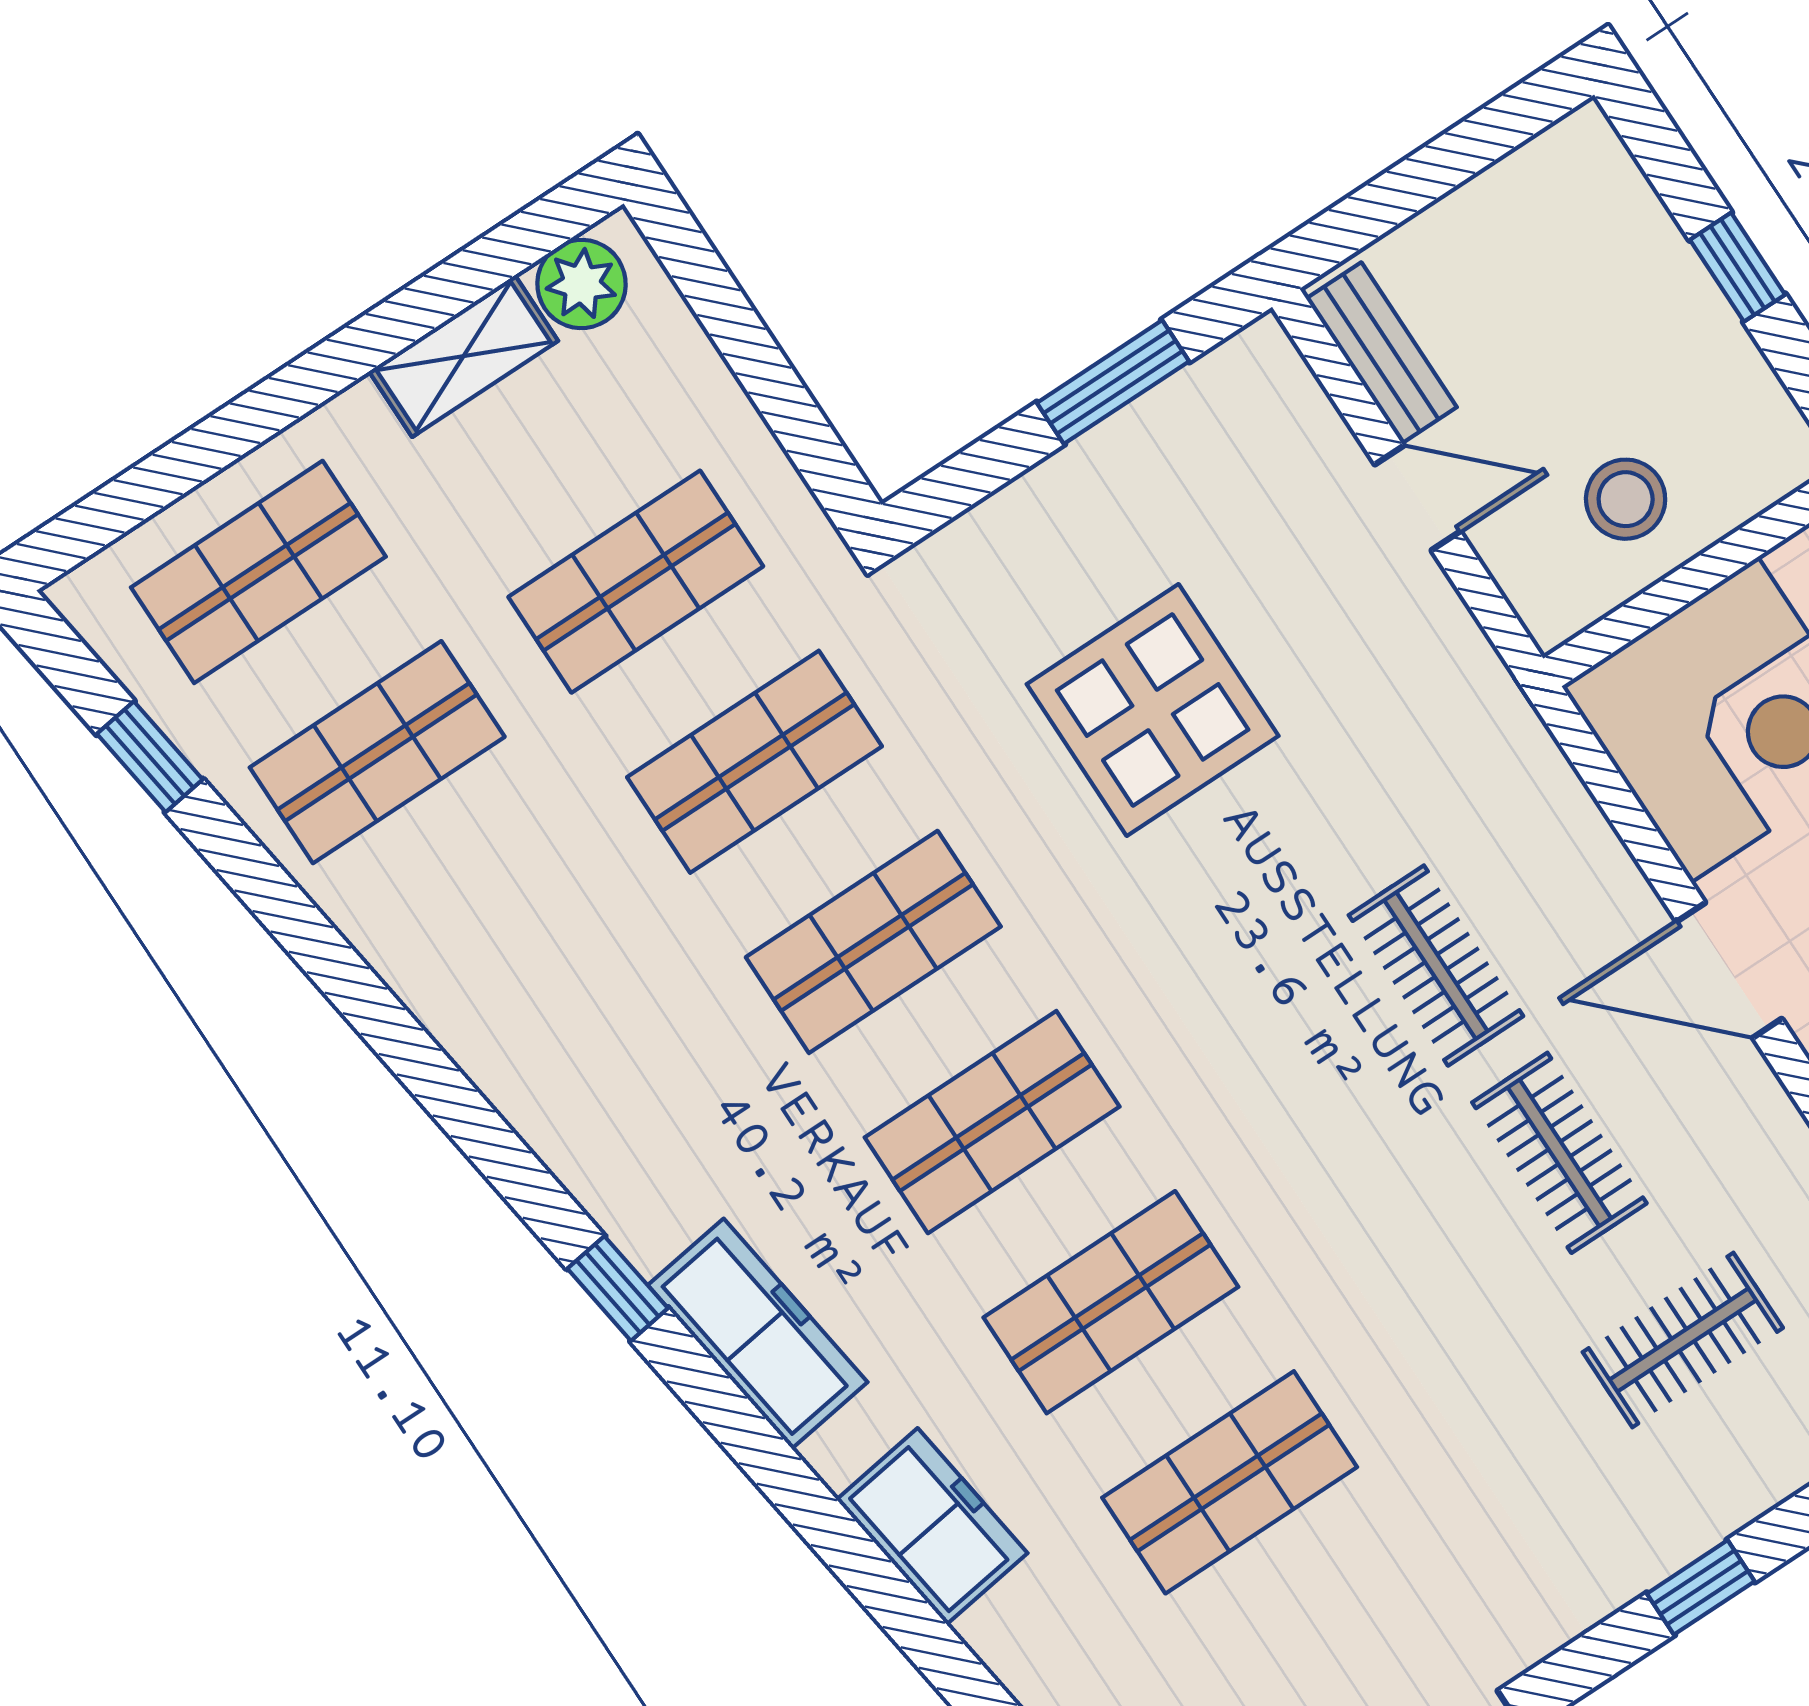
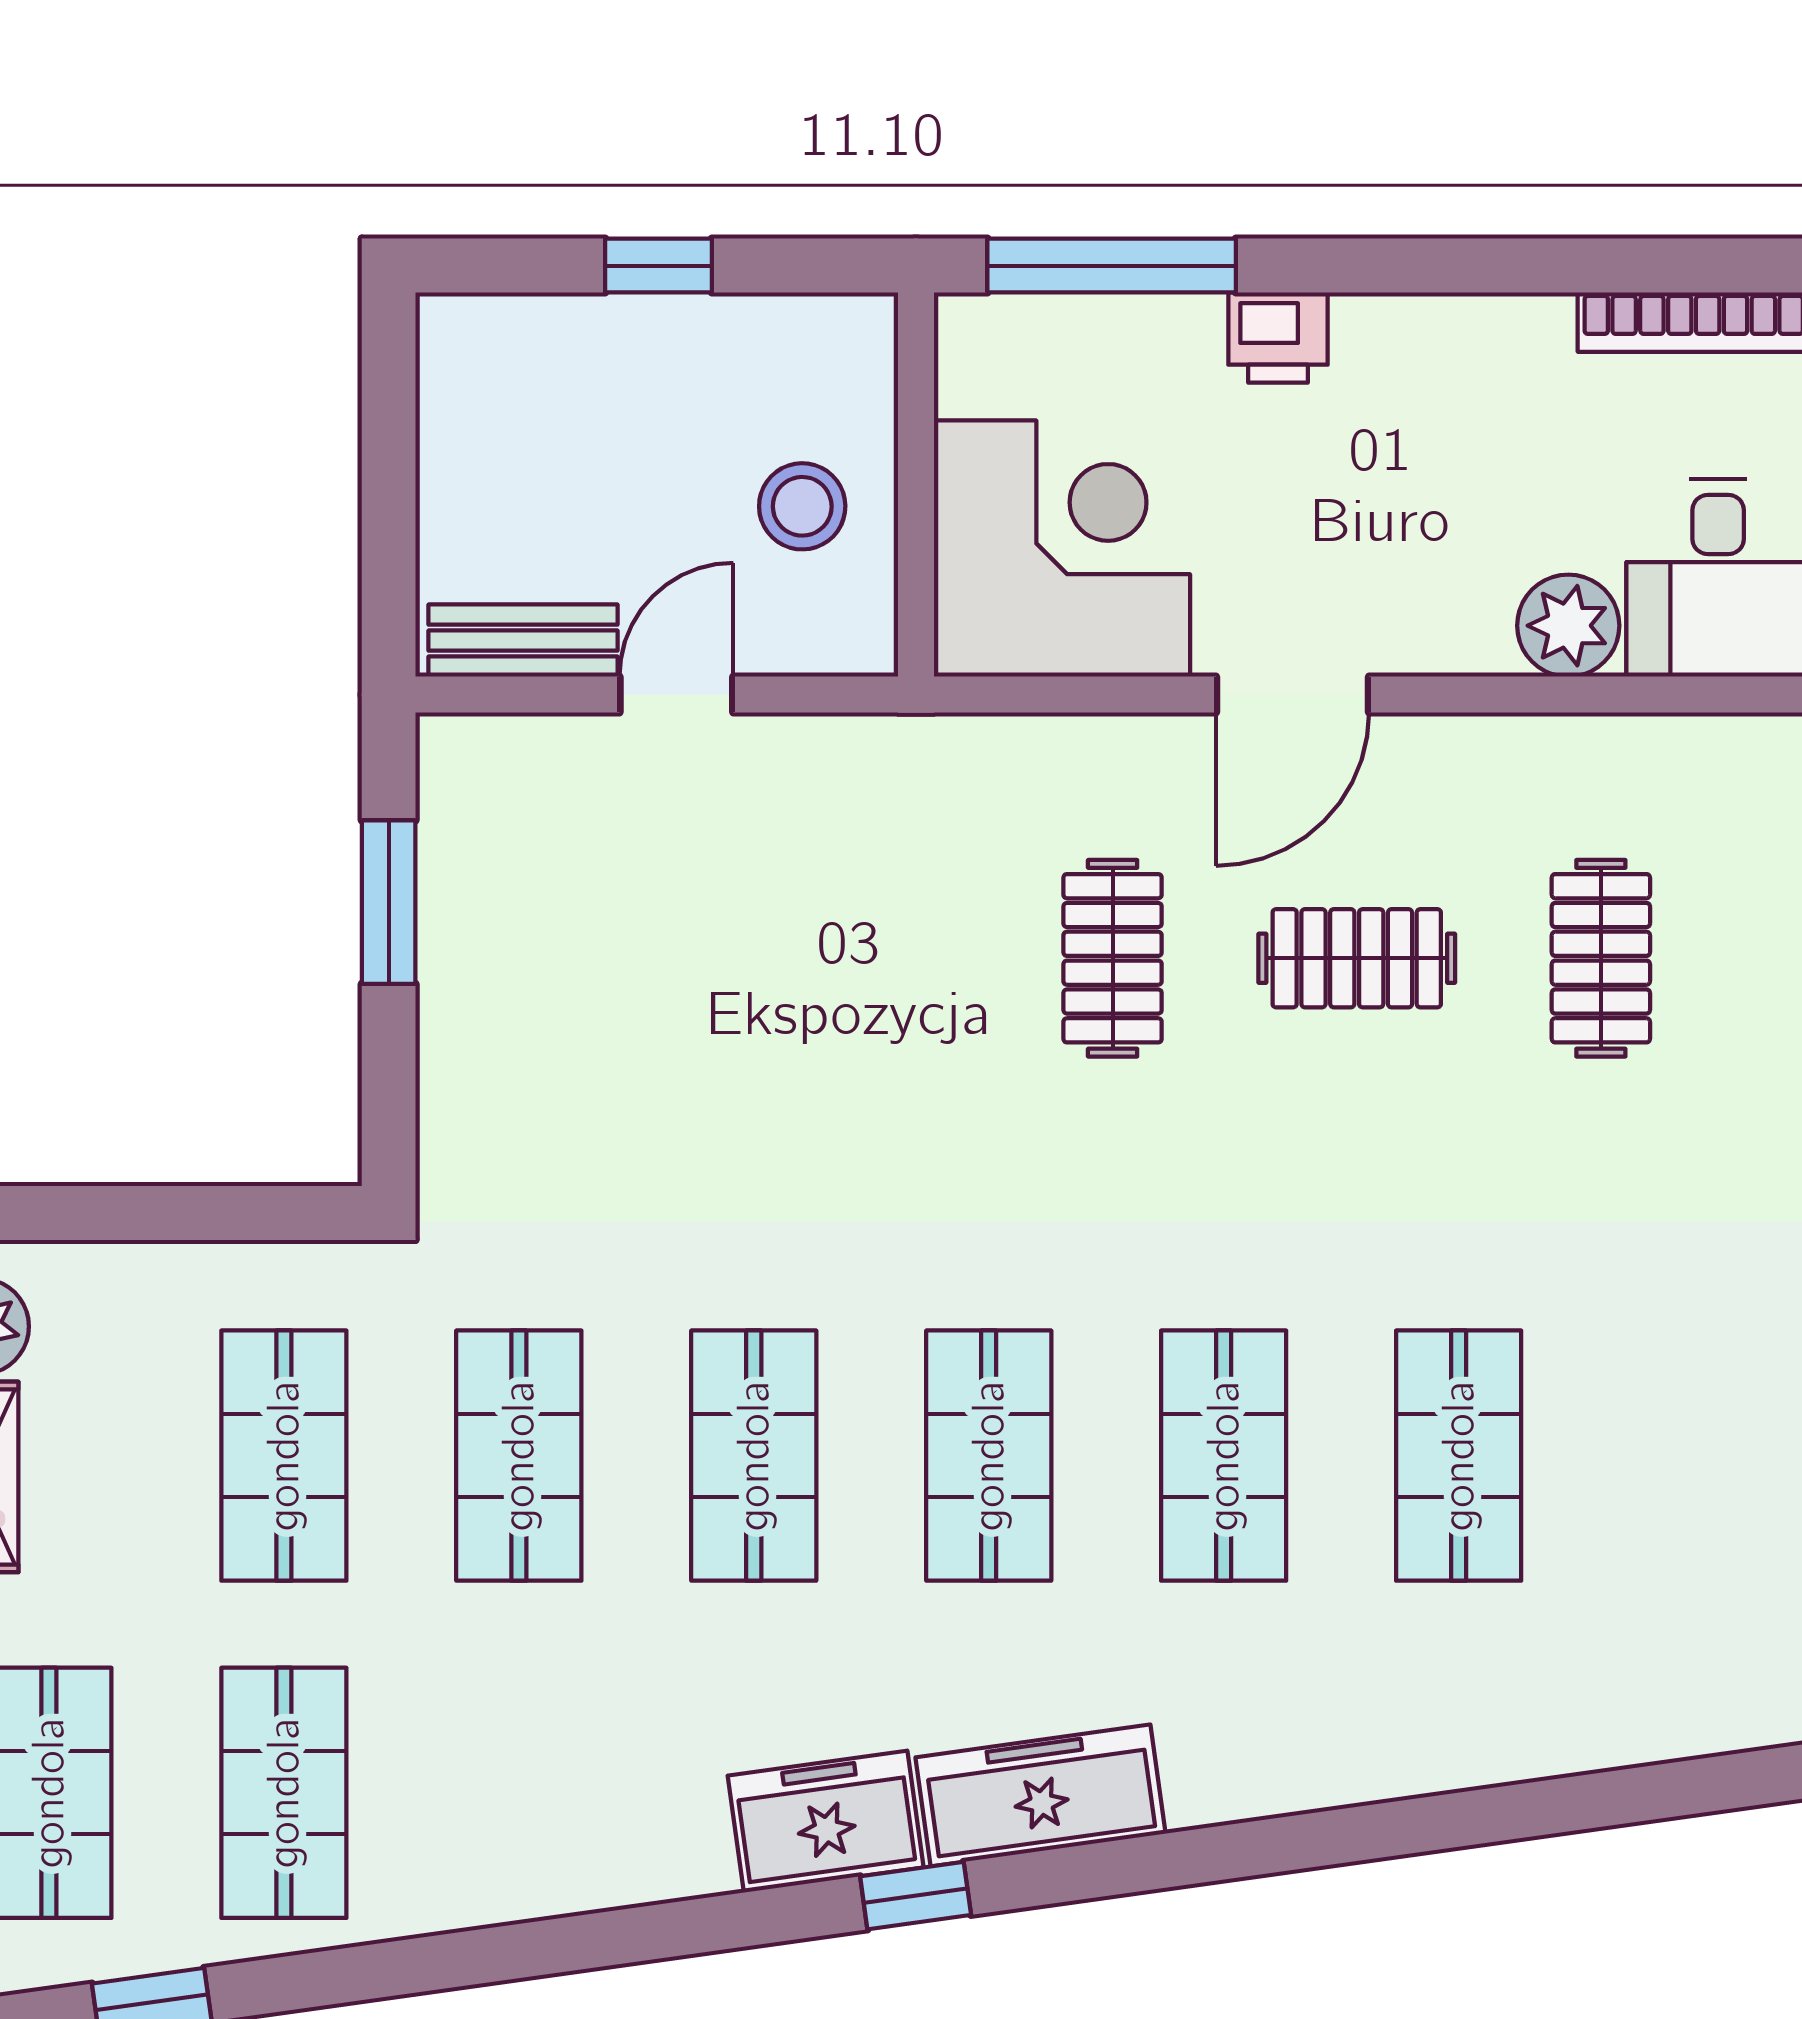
display table: (1153, 710) -> (710, 1063), removed
clothes rail: (1436, 966) -> (1113, 958), turned 90
freezer: (932, 1526) -> (826, 1822), moved

